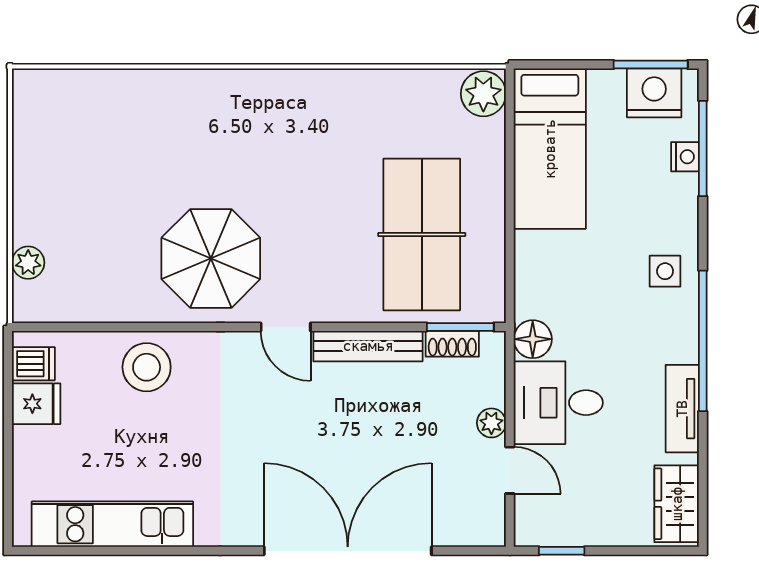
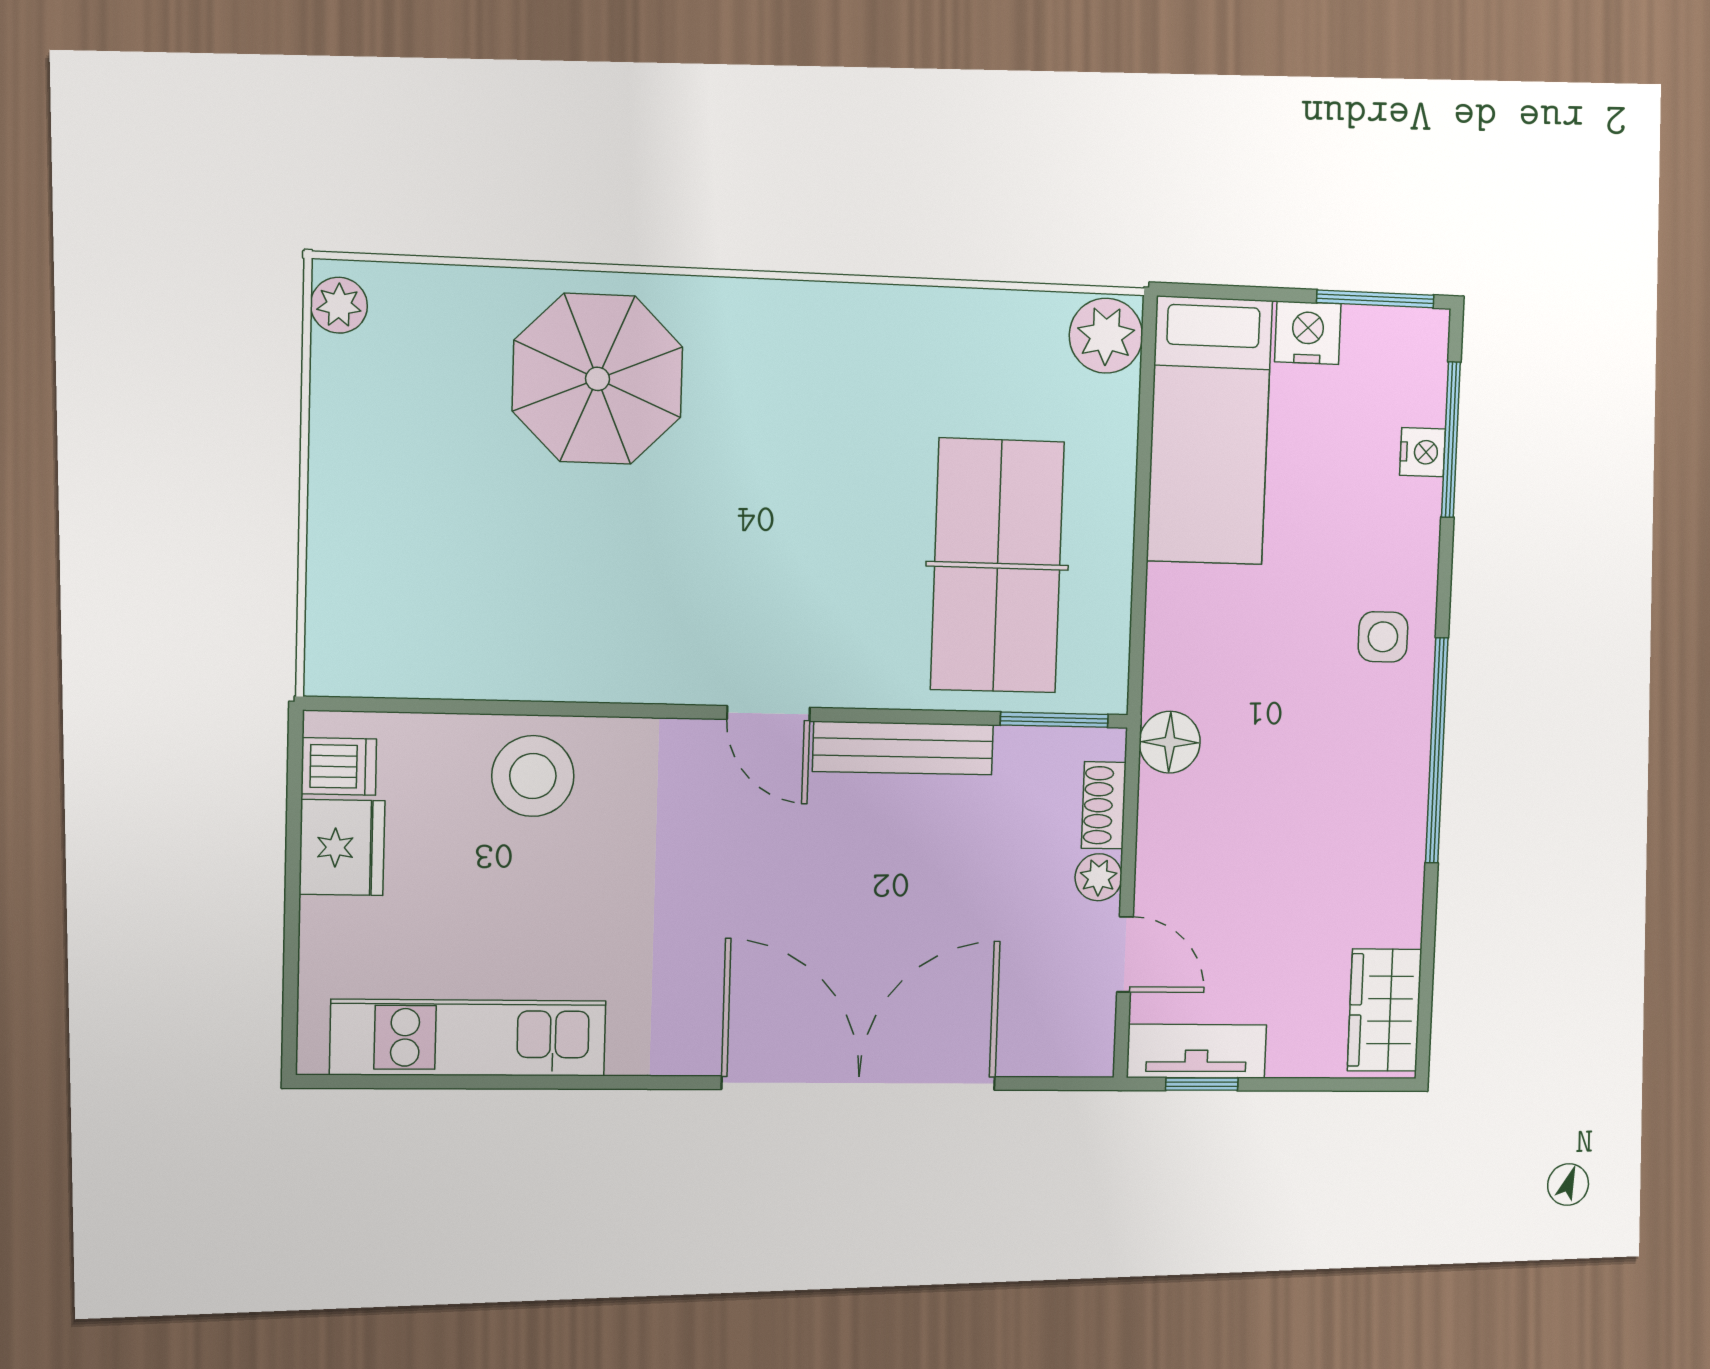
nightstand: (654, 93) -> (1308, 333), moved, width x0.74, depth x0.75
parasol: (211, 258) -> (598, 379), moved
plant: (28, 263) -> (339, 305), moved
shoe rack: (452, 344) -> (1104, 805), moved, turned 90
desk: (558, 403) -> (1206, 846), removed
fridge: (36, 404) -> (342, 848), width x1.38
tv unit: (682, 409) -> (1197, 1051), moved, turned 90

